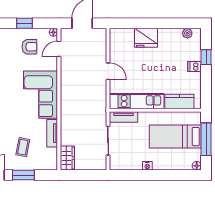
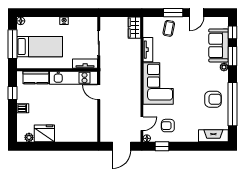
window: (24, 23) -> (162, 146), moved
fridge: (146, 38) -> (44, 133), moved
window: (206, 57) -> (12, 93), moved
door: (108, 71) -> (99, 92), moved
coffee table: (23, 147) -> (169, 28), moved

